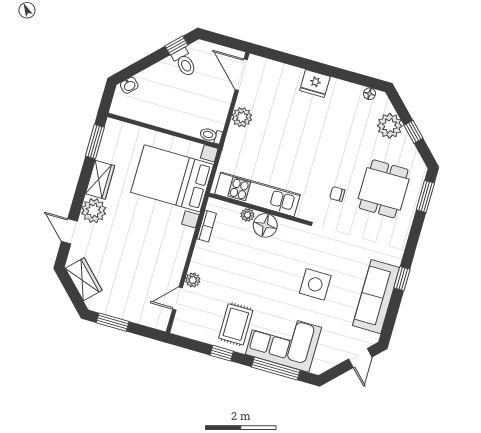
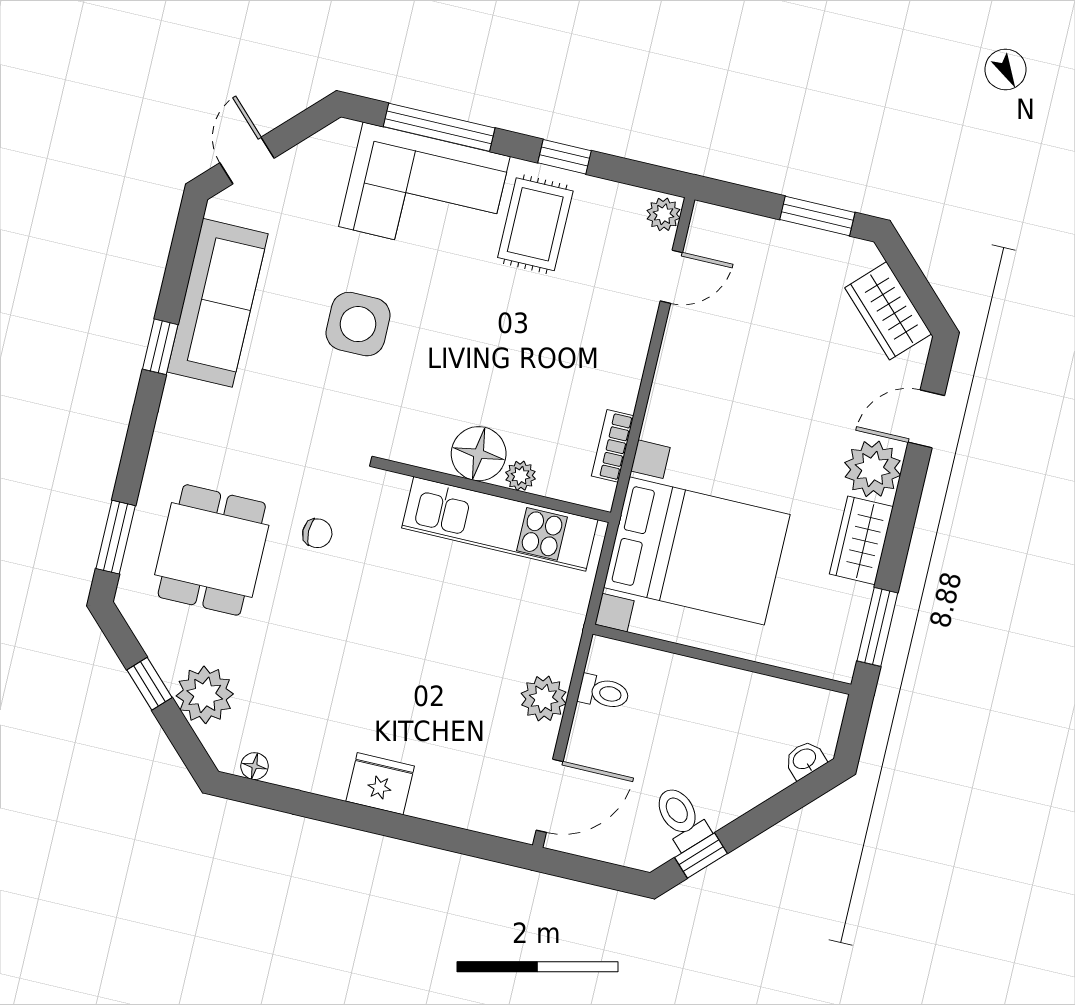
door: (241, 75) -> (550, 796), hinge flipped
toilet: (211, 135) -> (604, 692), moved
door: (69, 231) -> (926, 419), swing flipped
plant: (193, 280) -> (664, 214), moved

